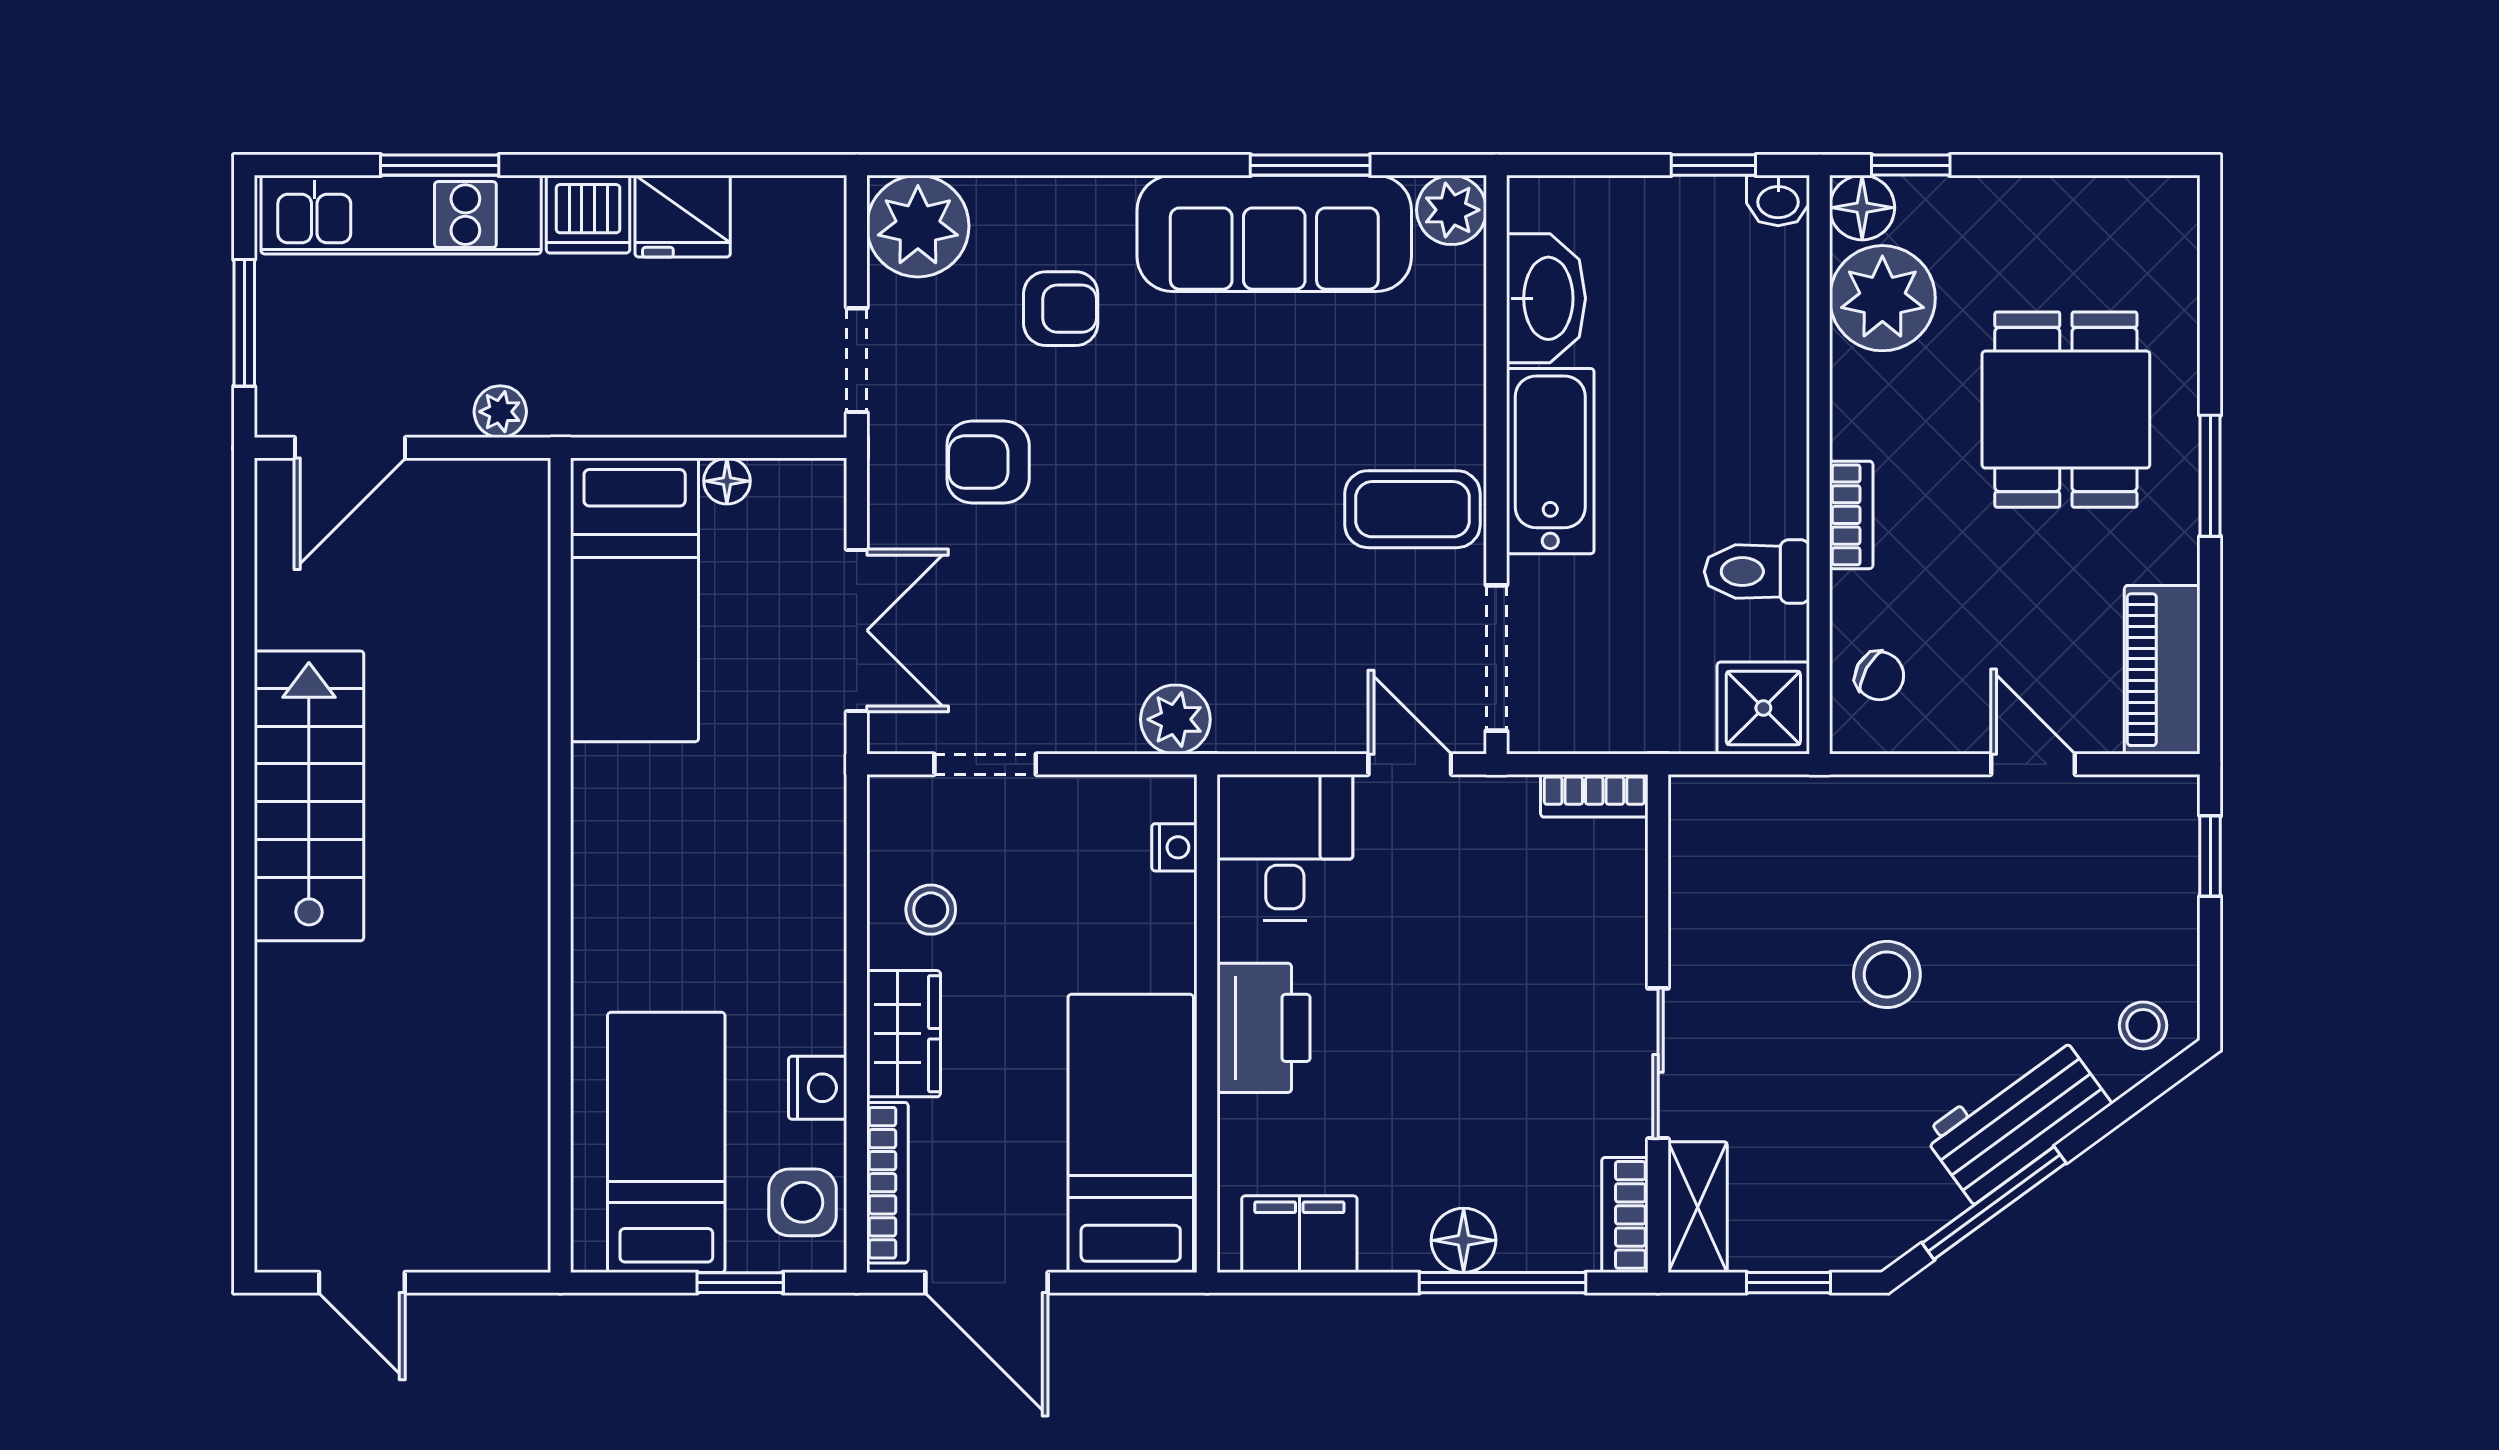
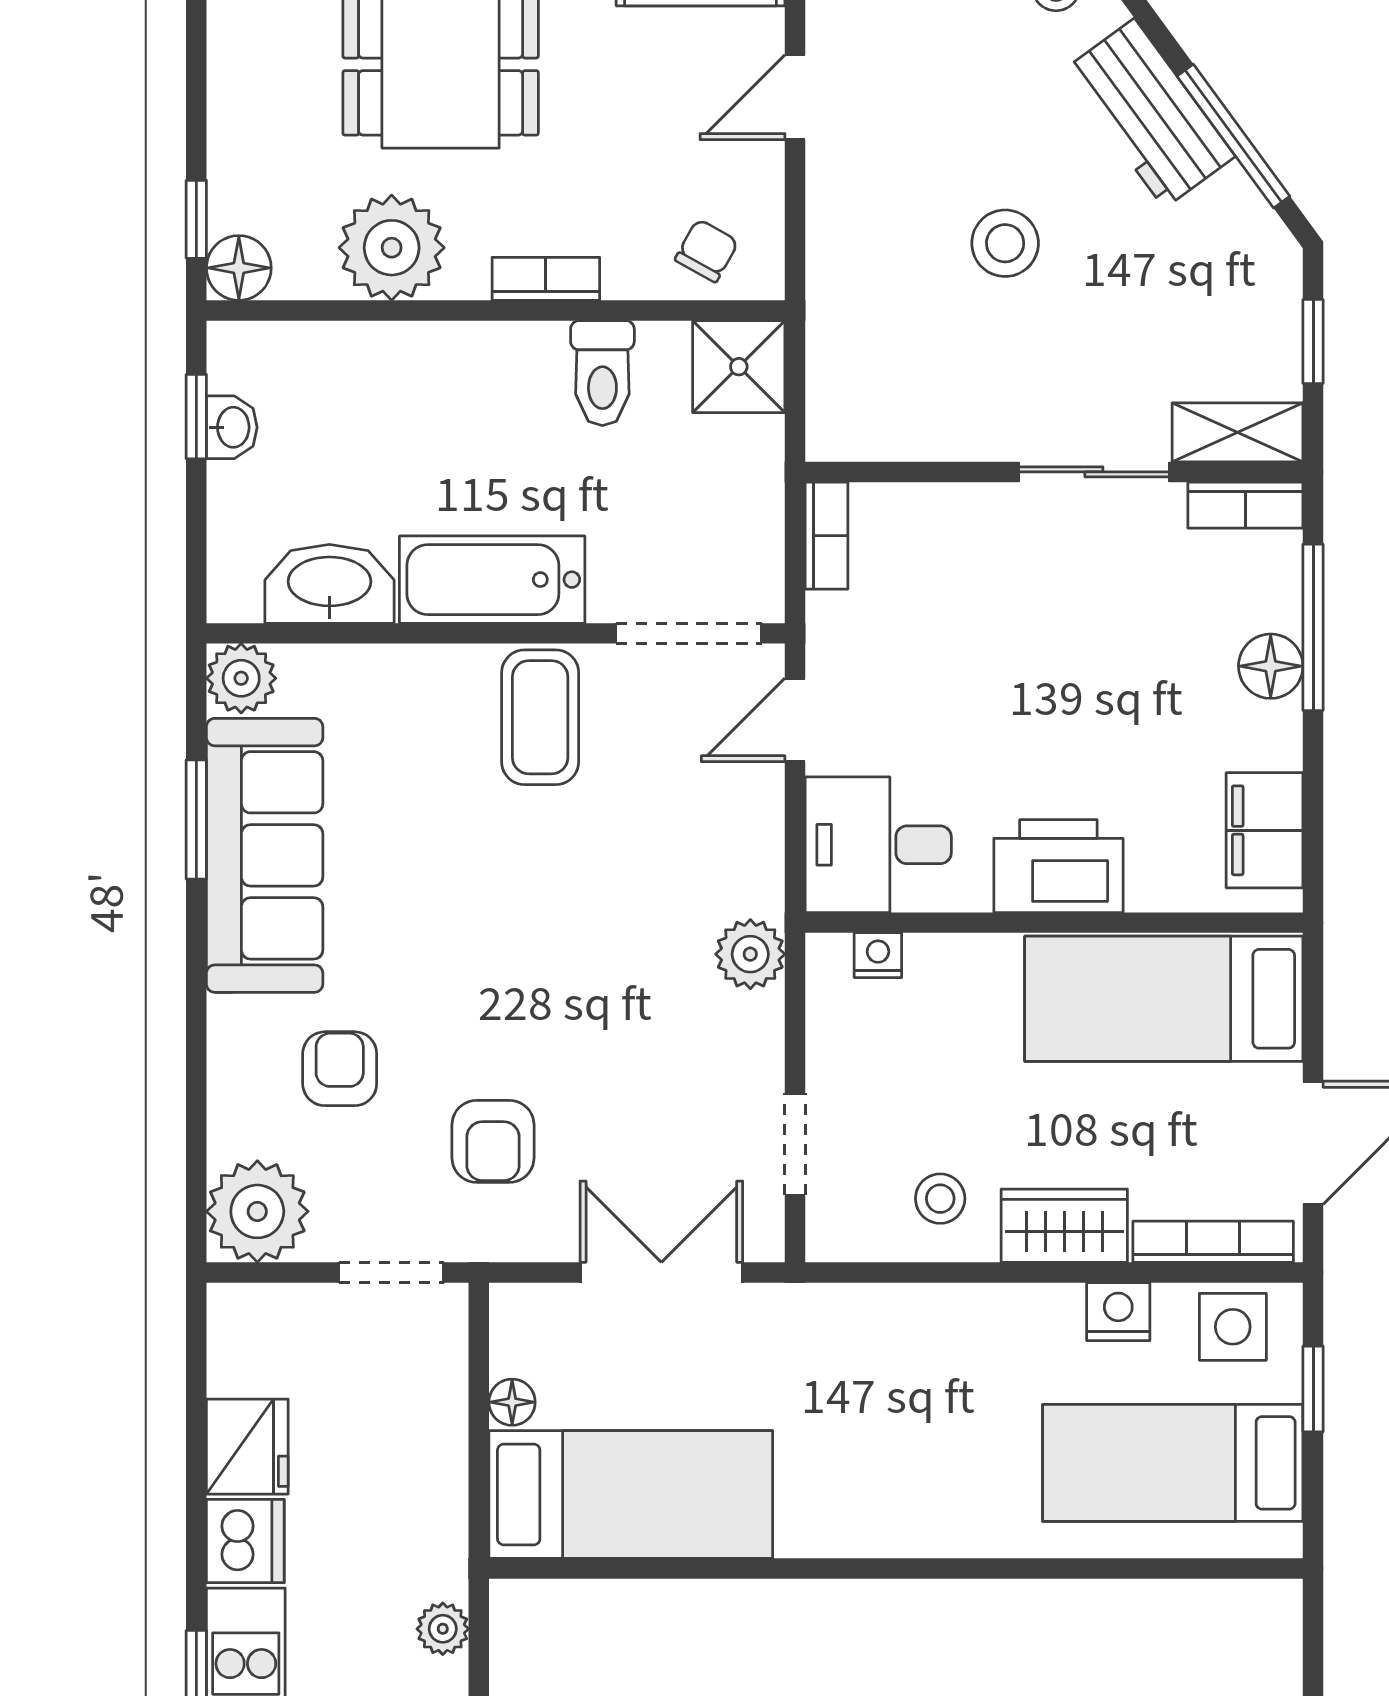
washbasin: (1778, 201) -> (232, 427), moved
plant: (1882, 298) -> (392, 248), moved

